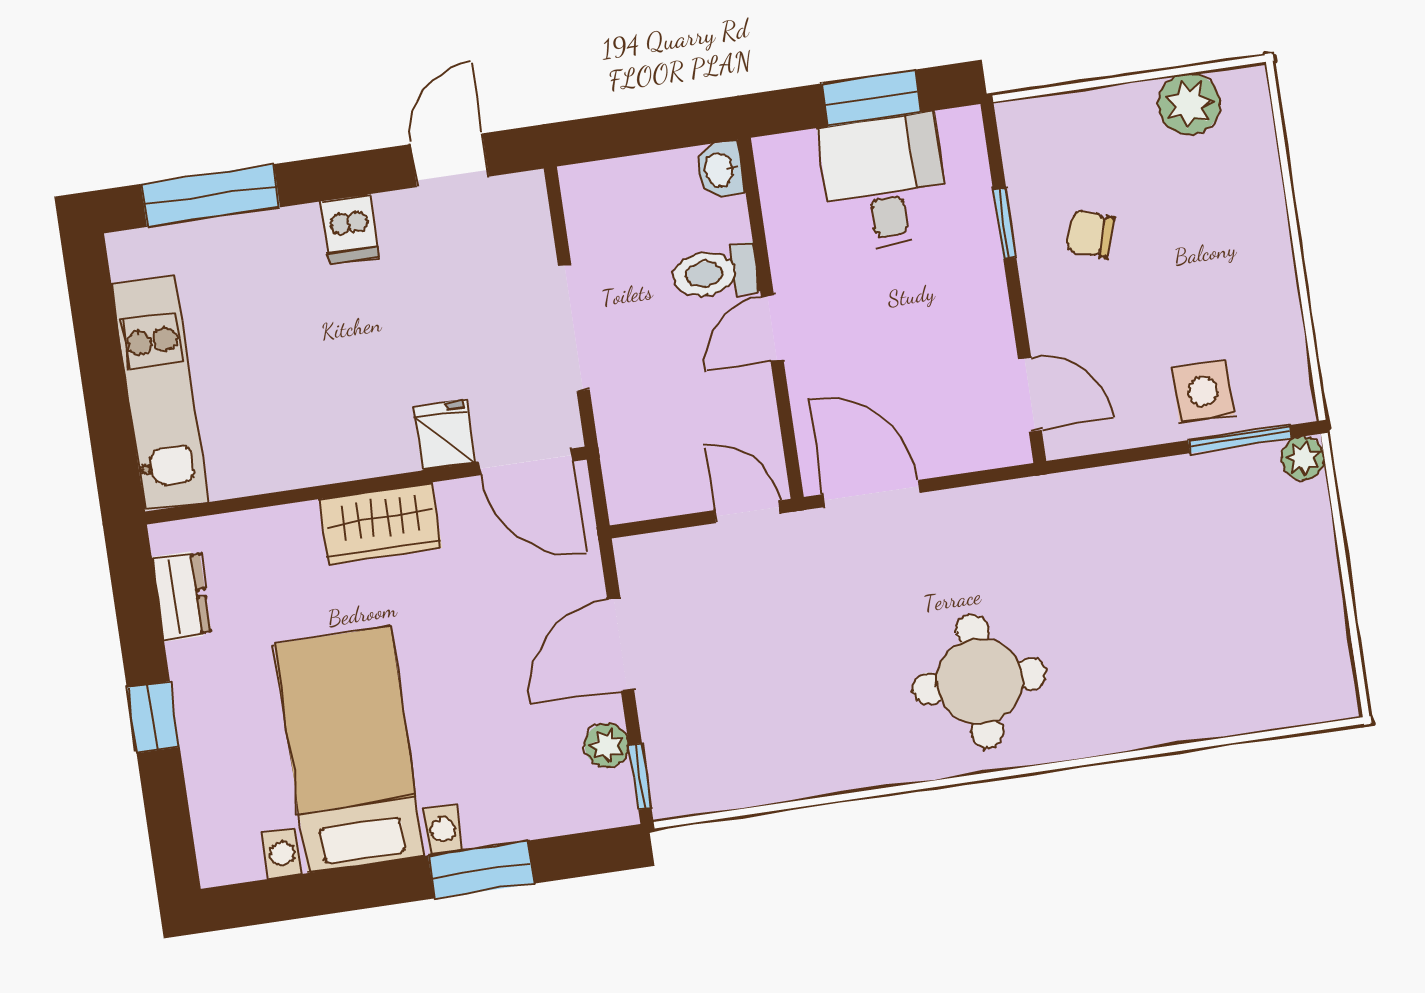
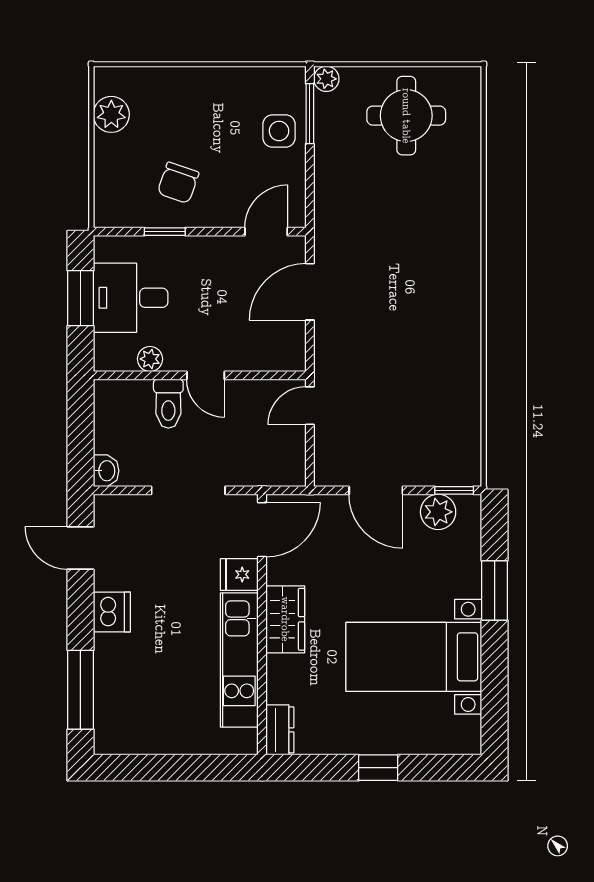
washbasin: (720, 170) -> (106, 471), moved, turned -90
dishwasher: (350, 229) -> (112, 612), width x1.38
plant: (786, 230) -> (150, 359), added
chair: (1090, 234) -> (178, 183), width x1.37, depth x1.37
kitchen unit: (160, 393) -> (239, 660), moved, turned -90
door: (872, 493) -> (310, 292), moved
dresser: (182, 596) -> (280, 730), moved, turned 90
round table: (980, 681) -> (406, 116), moved
plant: (607, 745) -> (438, 512), width x1.38, depth x1.38

